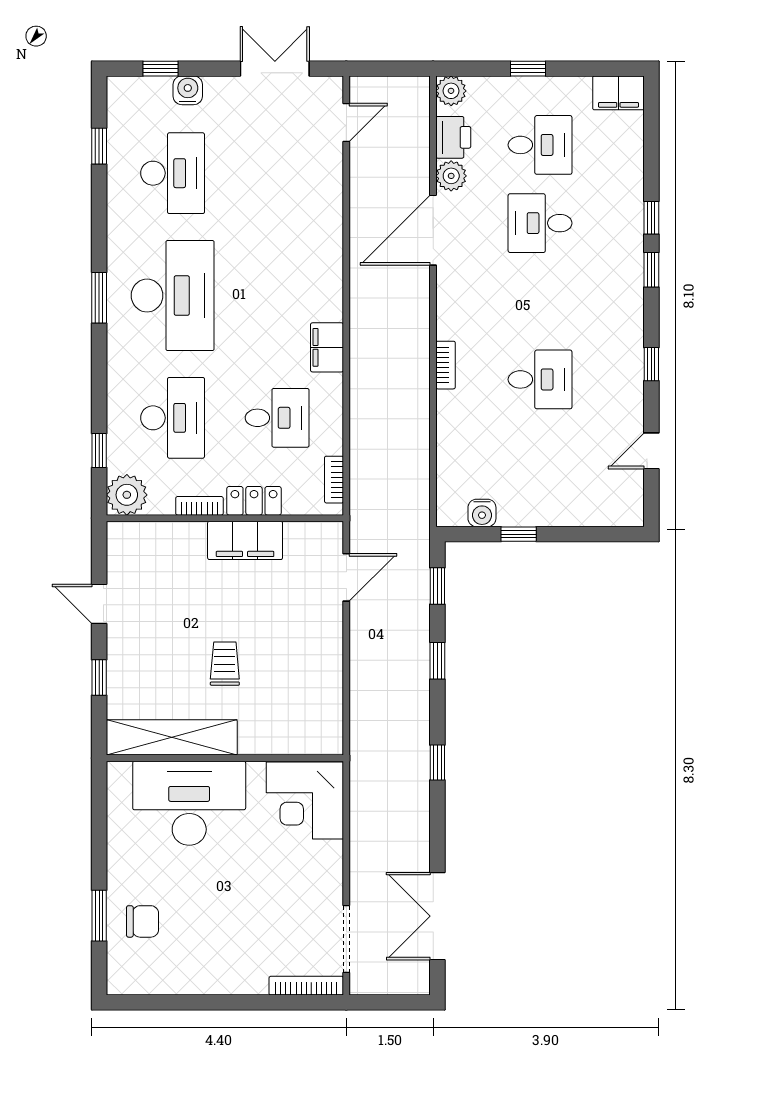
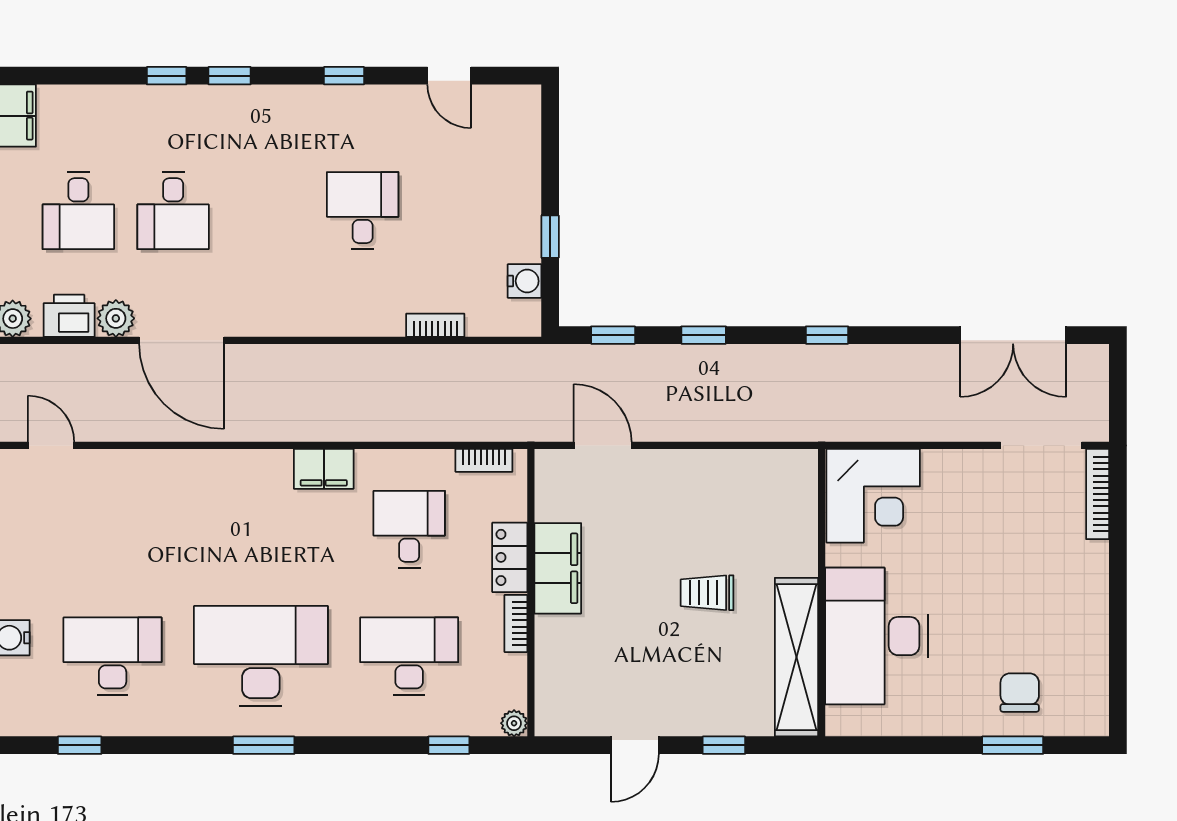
desk: (540, 145) -> (78, 211), turned 180
bookcase: (446, 365) -> (435, 325), moved
plant: (127, 495) -> (514, 723), width x0.53, depth x0.53

